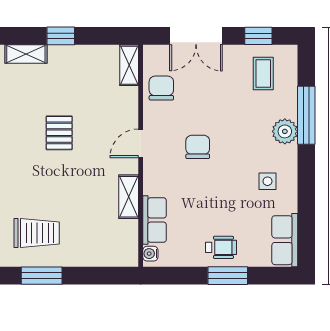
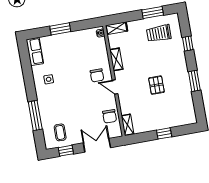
shelving: (26, 54) -> (116, 28), moved
plant: (285, 131) -> (44, 106), removed
door: (141, 143) -> (115, 87), swing flipped
chair: (198, 147) -> (97, 75), moved
row of seats: (154, 220) -> (101, 50), removed
wheelchair: (221, 247) -> (66, 42), removed

